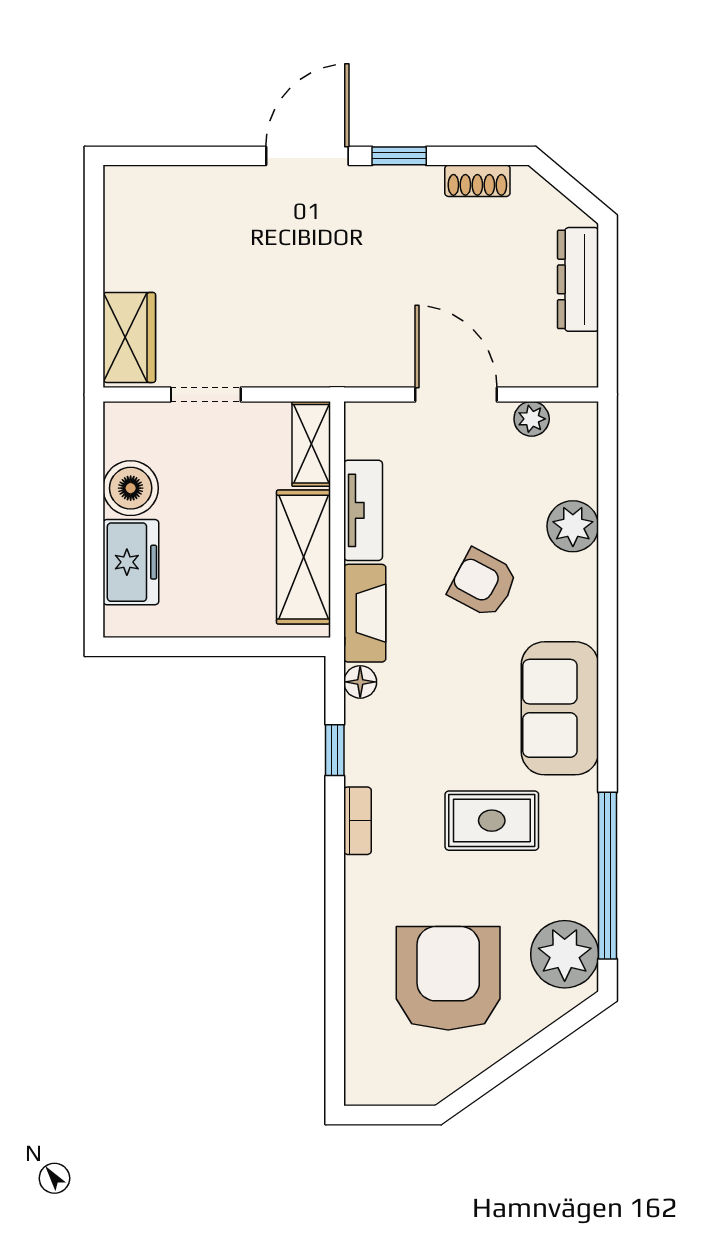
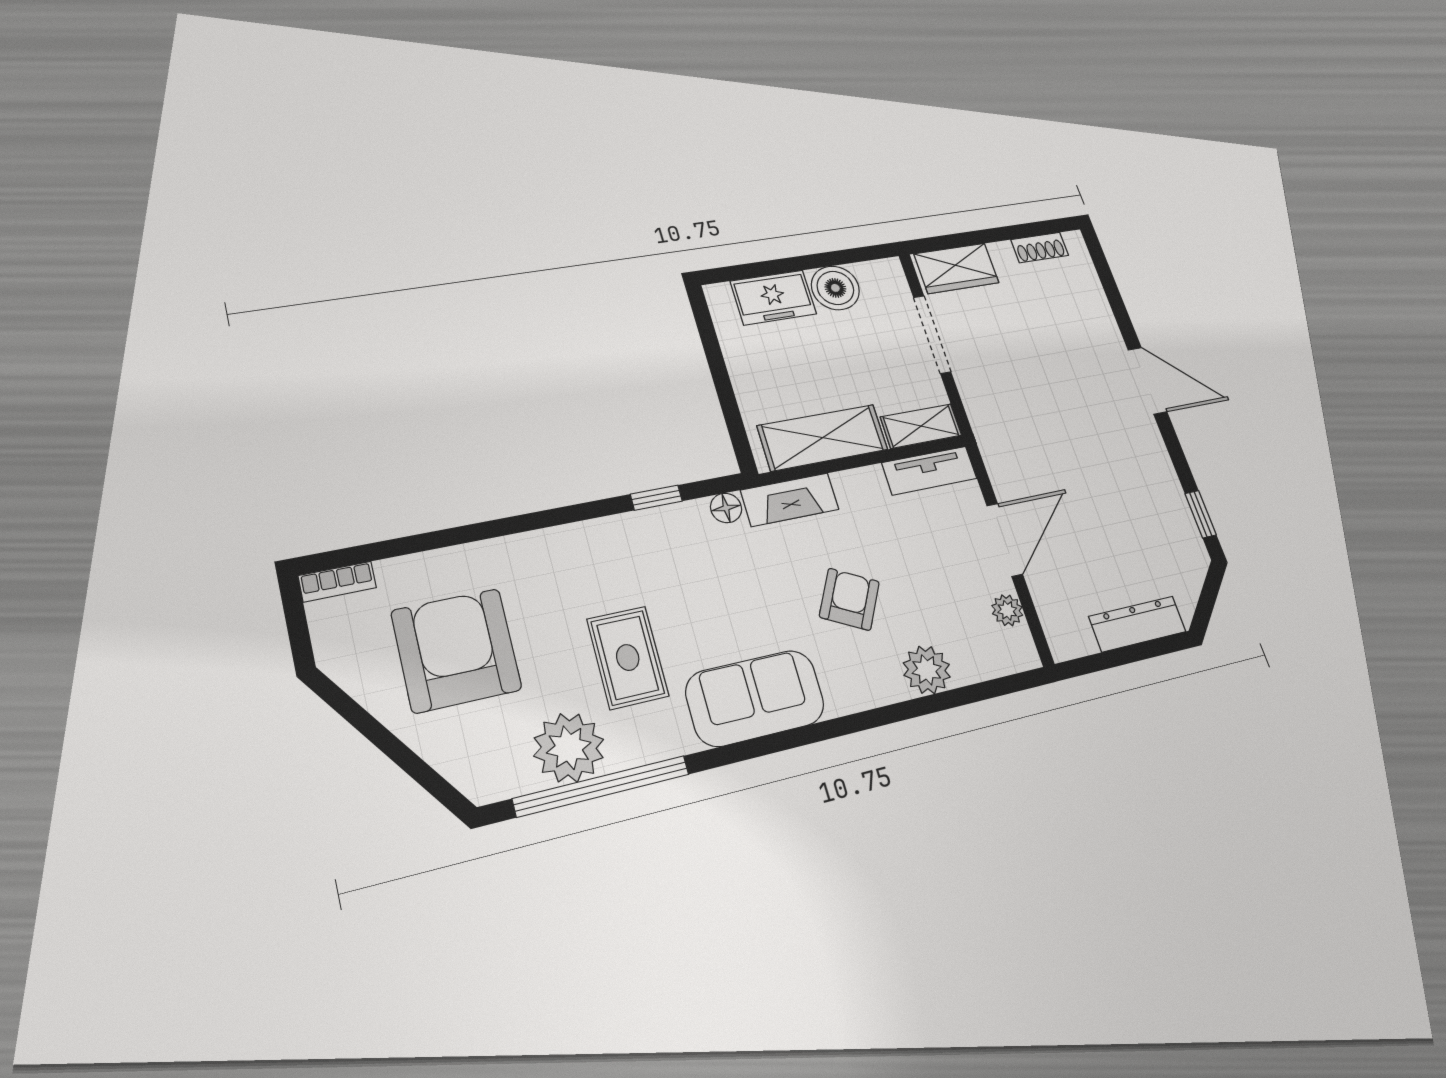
window: (399, 156) -> (1201, 514), moved
shoe rack: (477, 181) -> (1040, 248), moved, turned -90
doorway: (206, 395) -> (932, 334), width x1.38
tv unit: (363, 510) -> (929, 471), moved
bookcase: (357, 821) -> (337, 582), moved
plant: (565, 954) -> (569, 748), moved
armchair: (448, 978) -> (456, 650), turned -90

